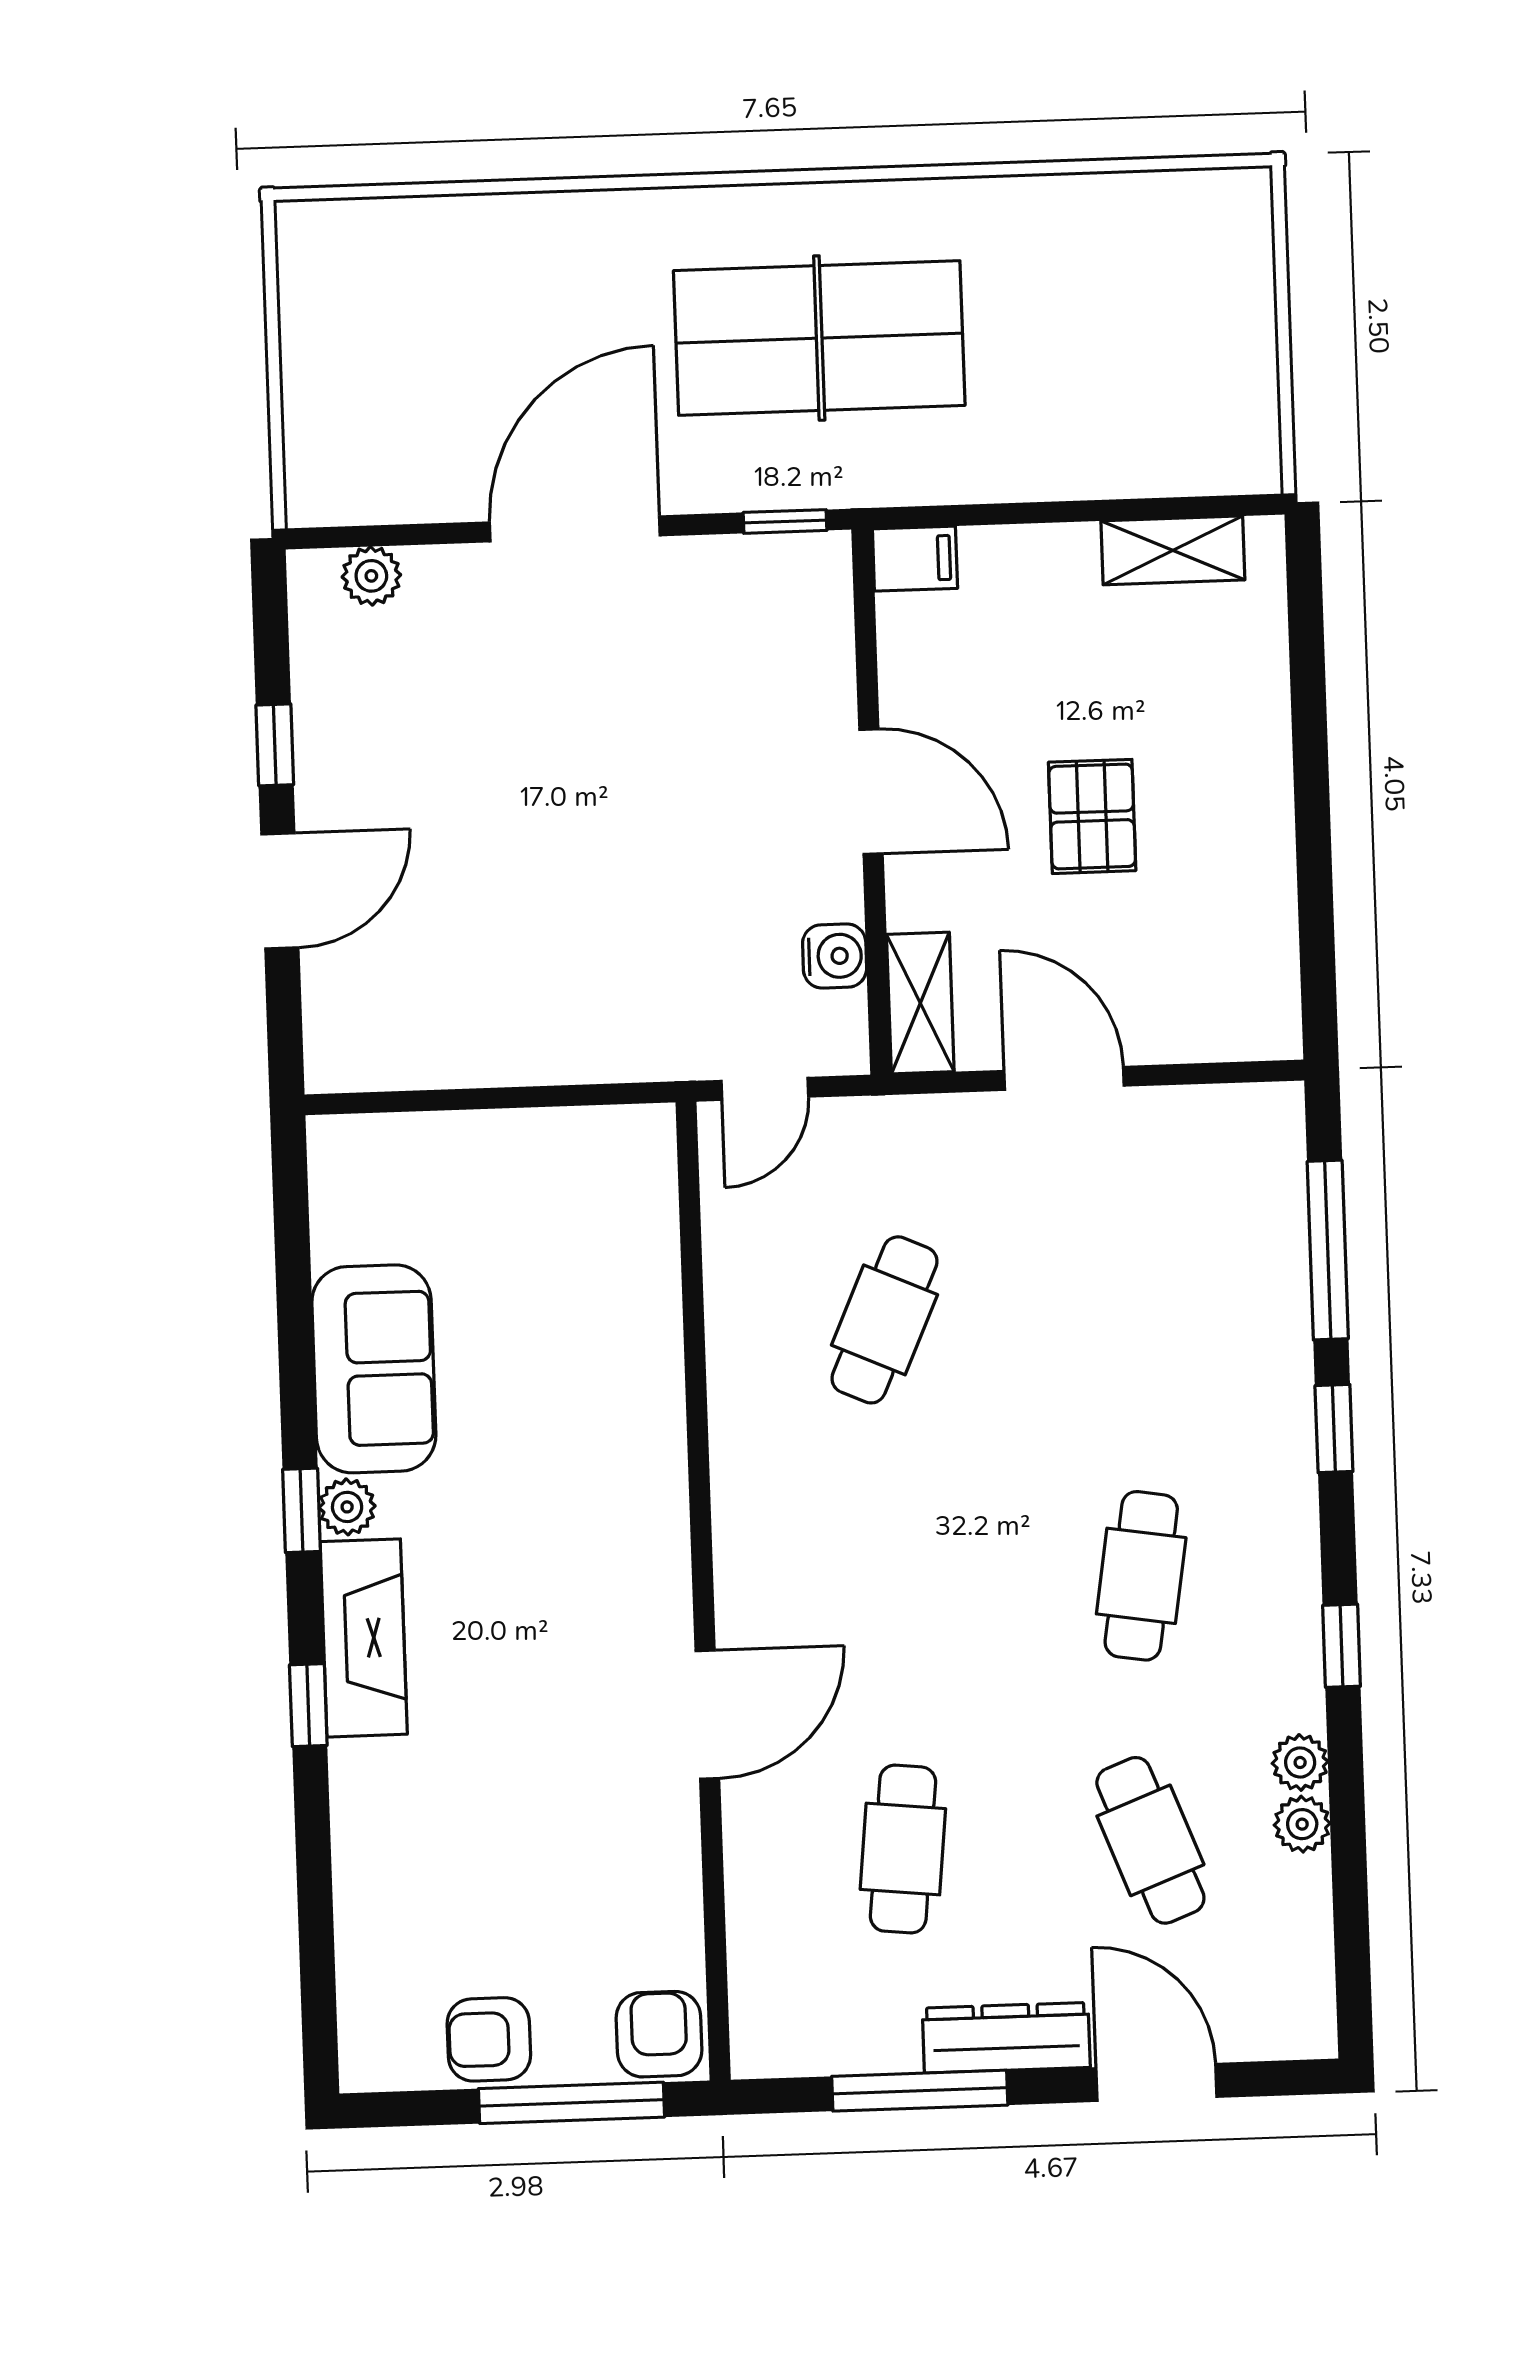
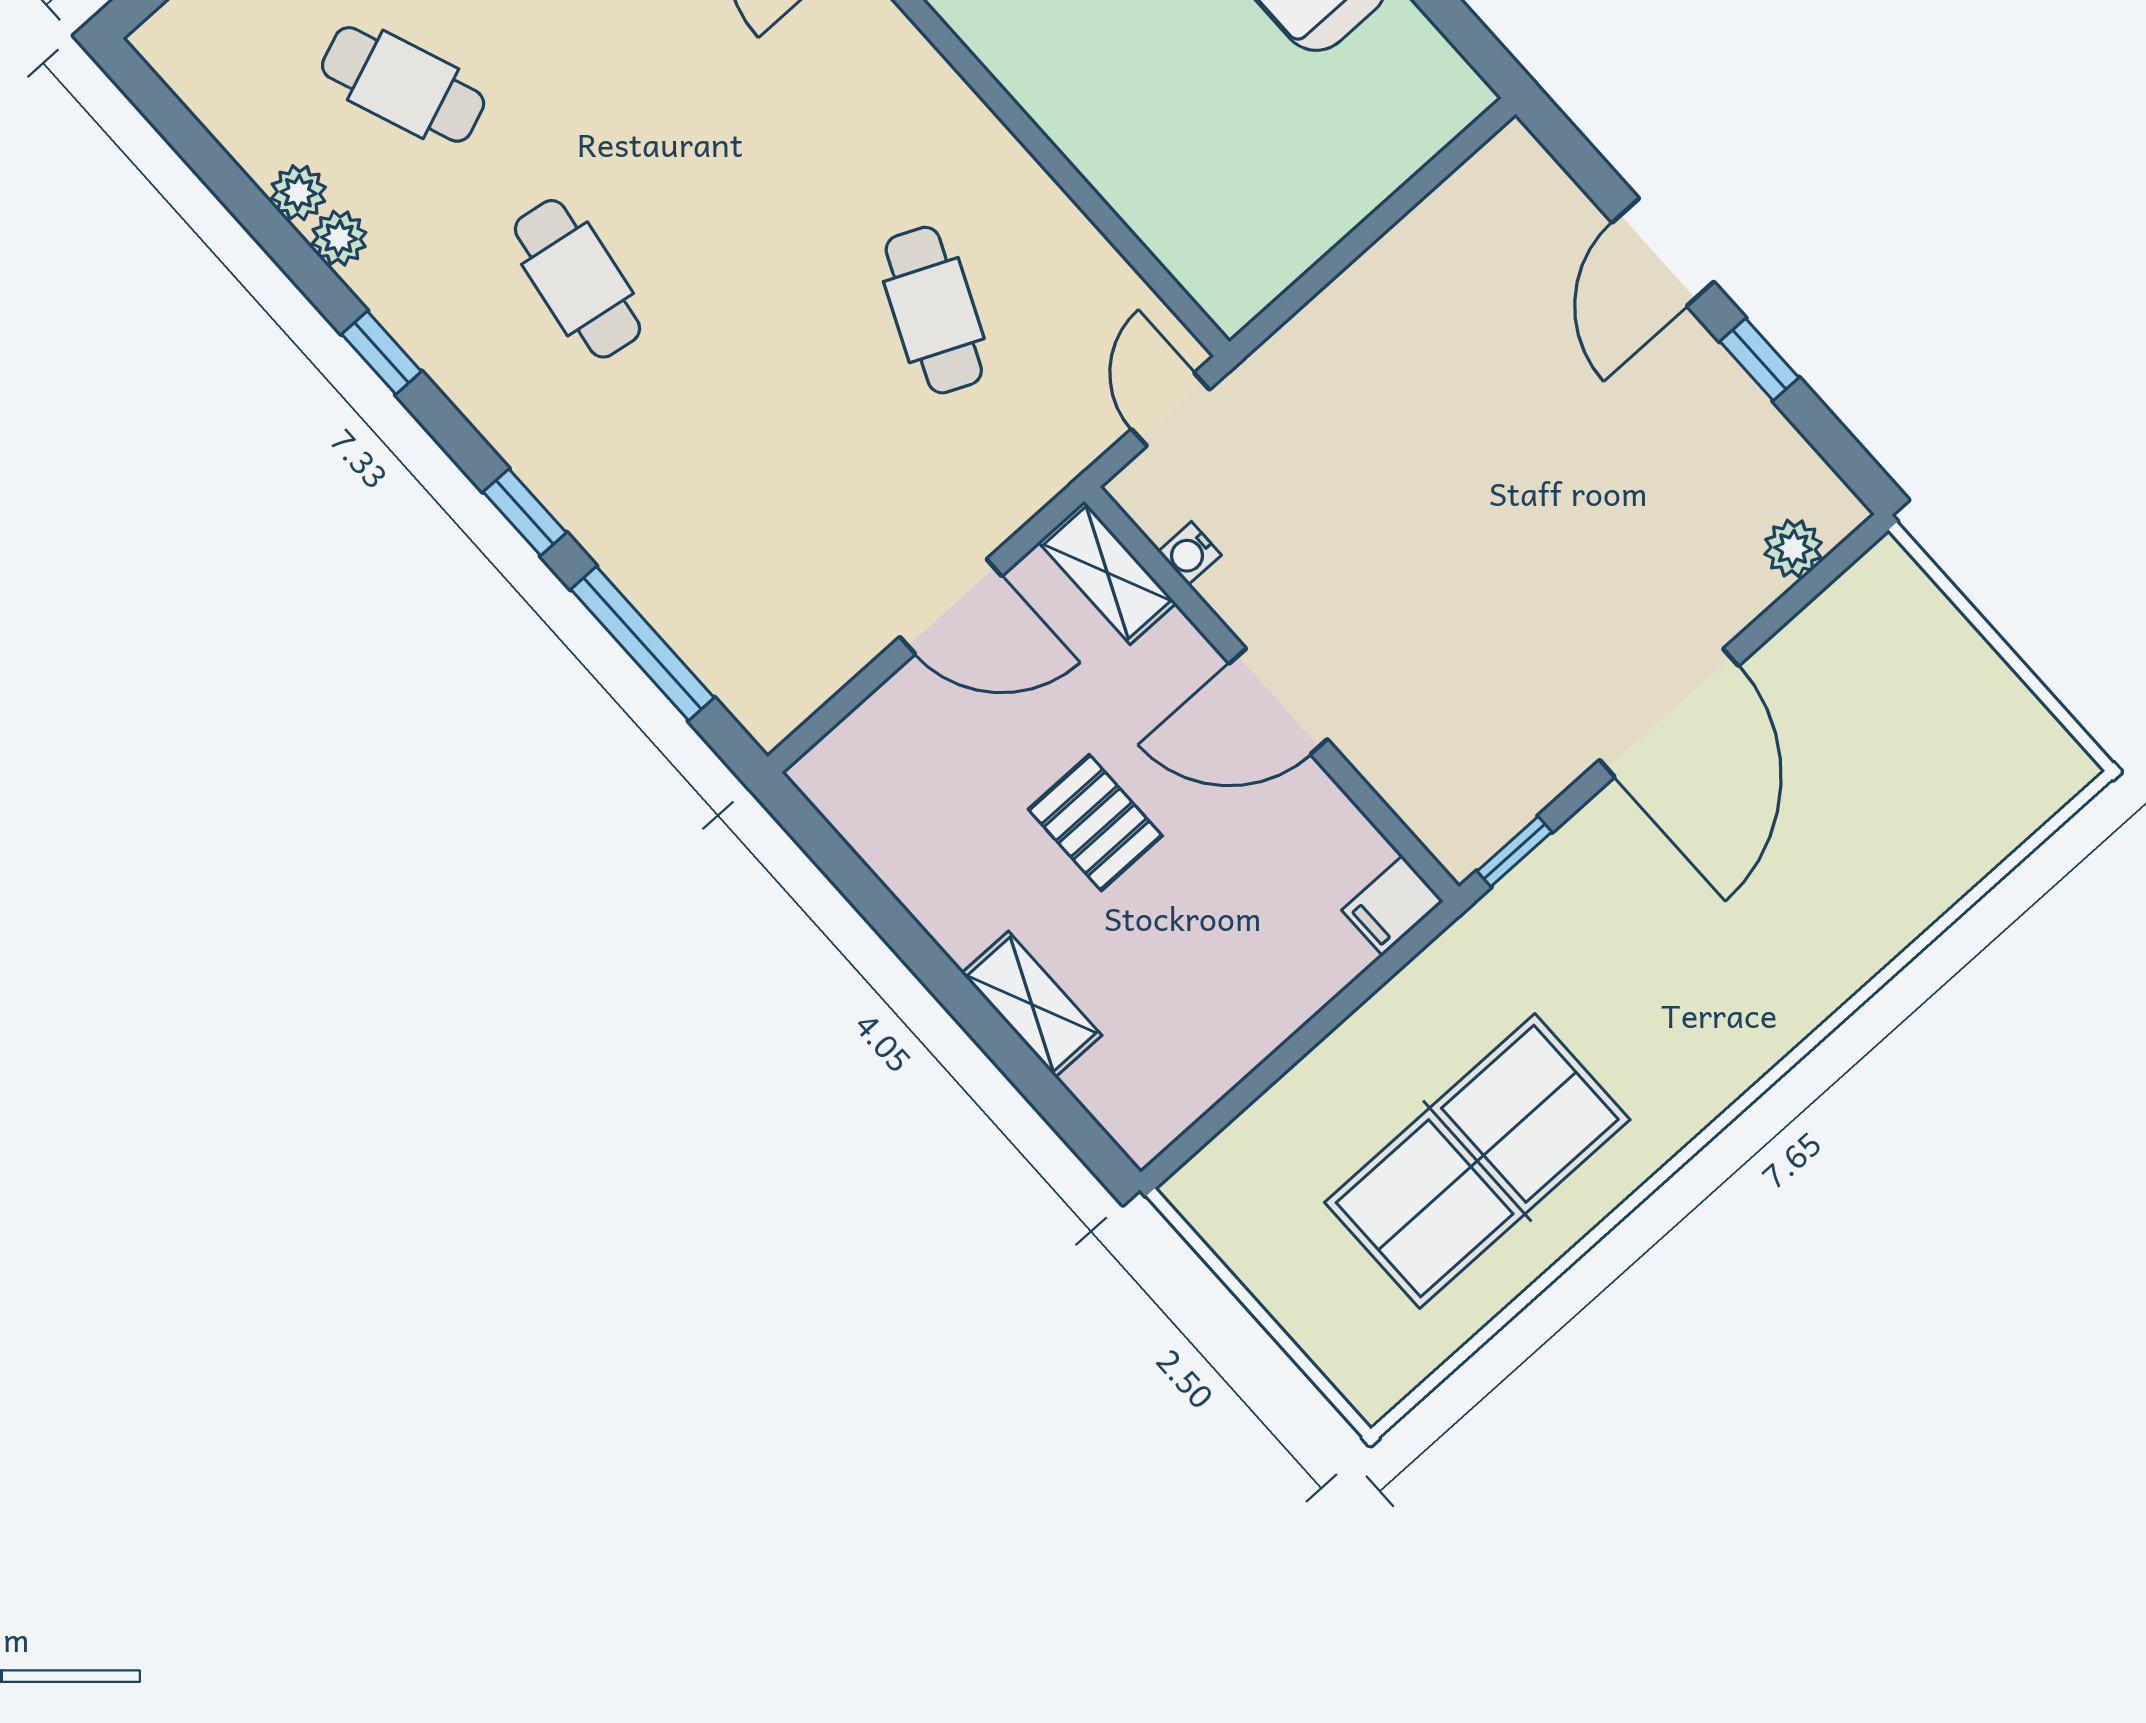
table tennis table: (819, 338) -> (1477, 1161), moved
shelving: (1173, 550) -> (1032, 1004), moved, turned 90
water cooler: (835, 956) -> (1190, 553), width x0.72, depth x0.72

